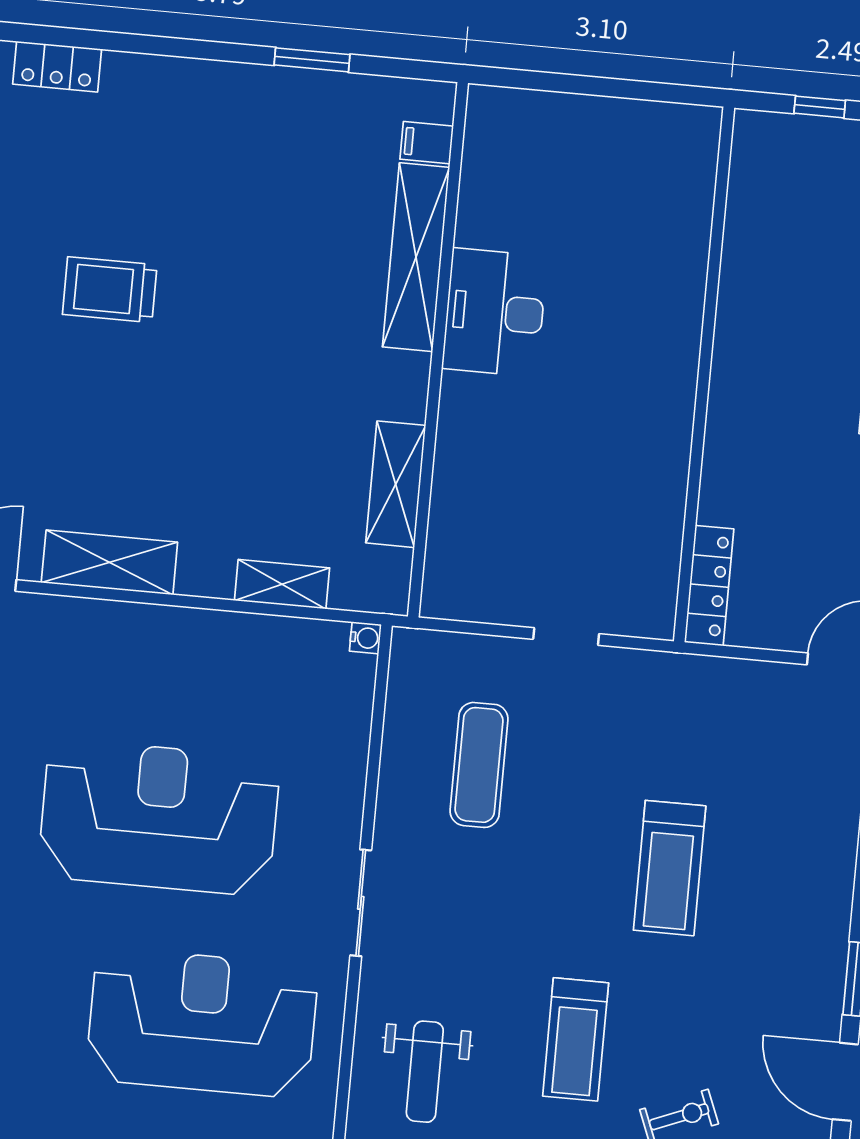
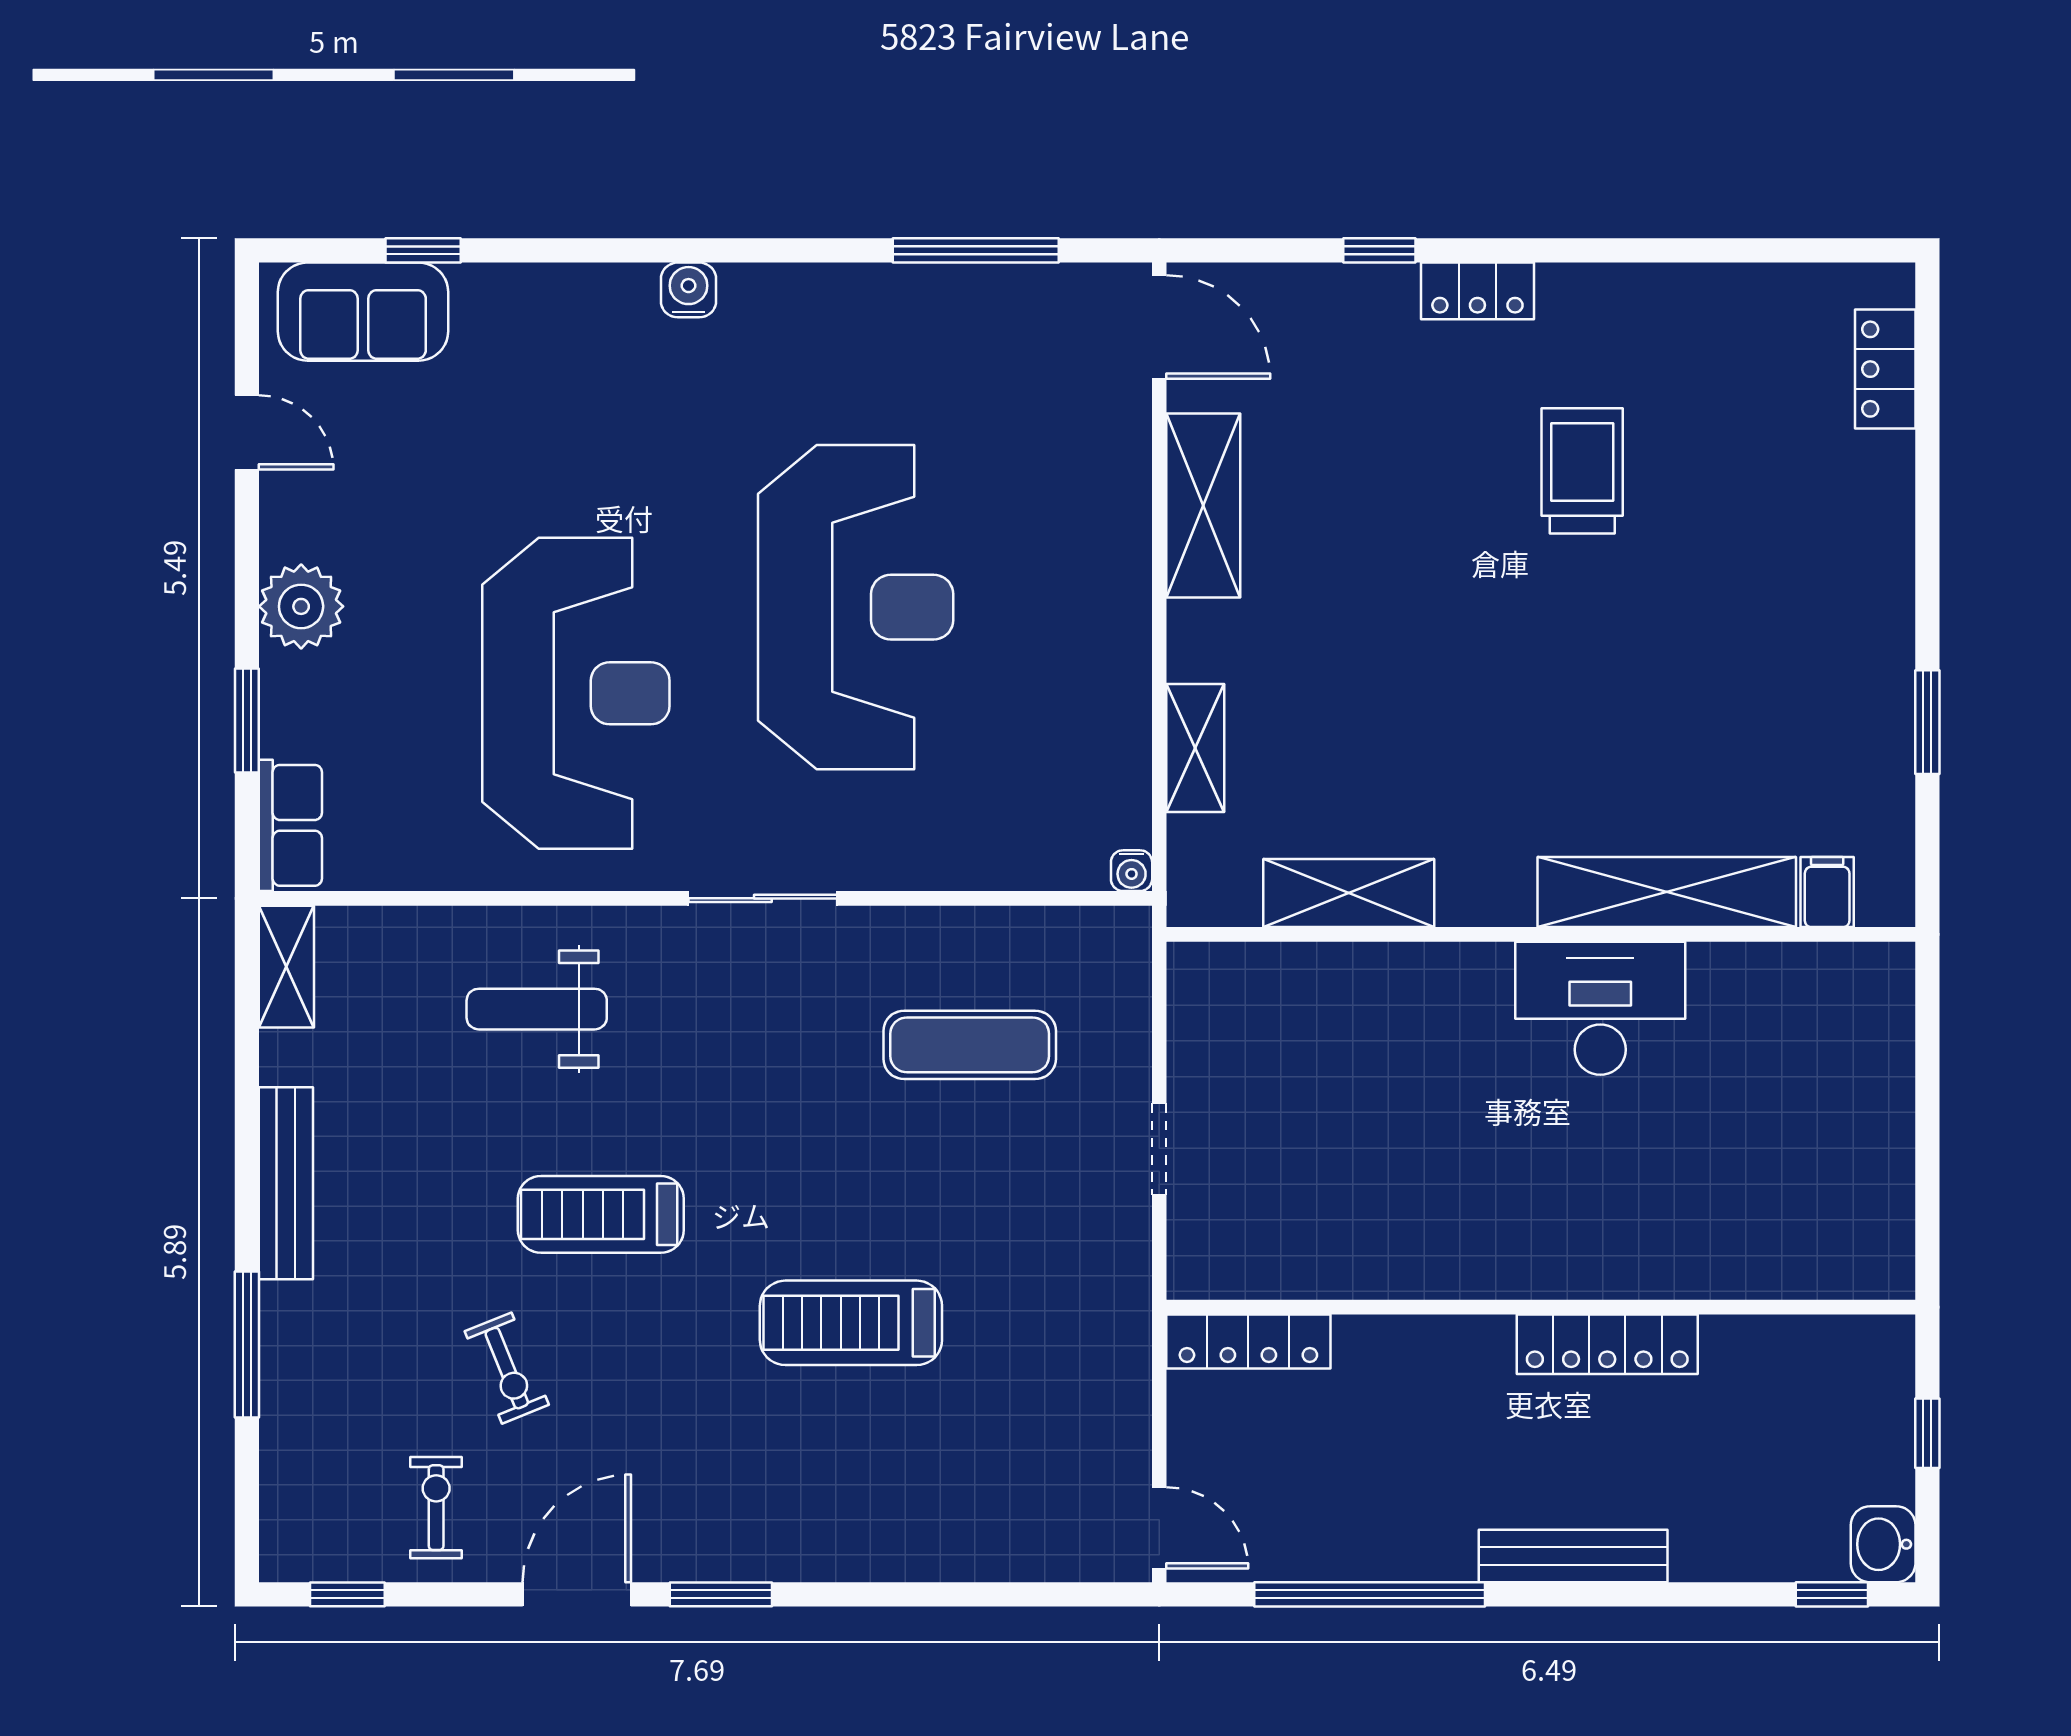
locker: (735, 330) -> (1607, 1344), added

